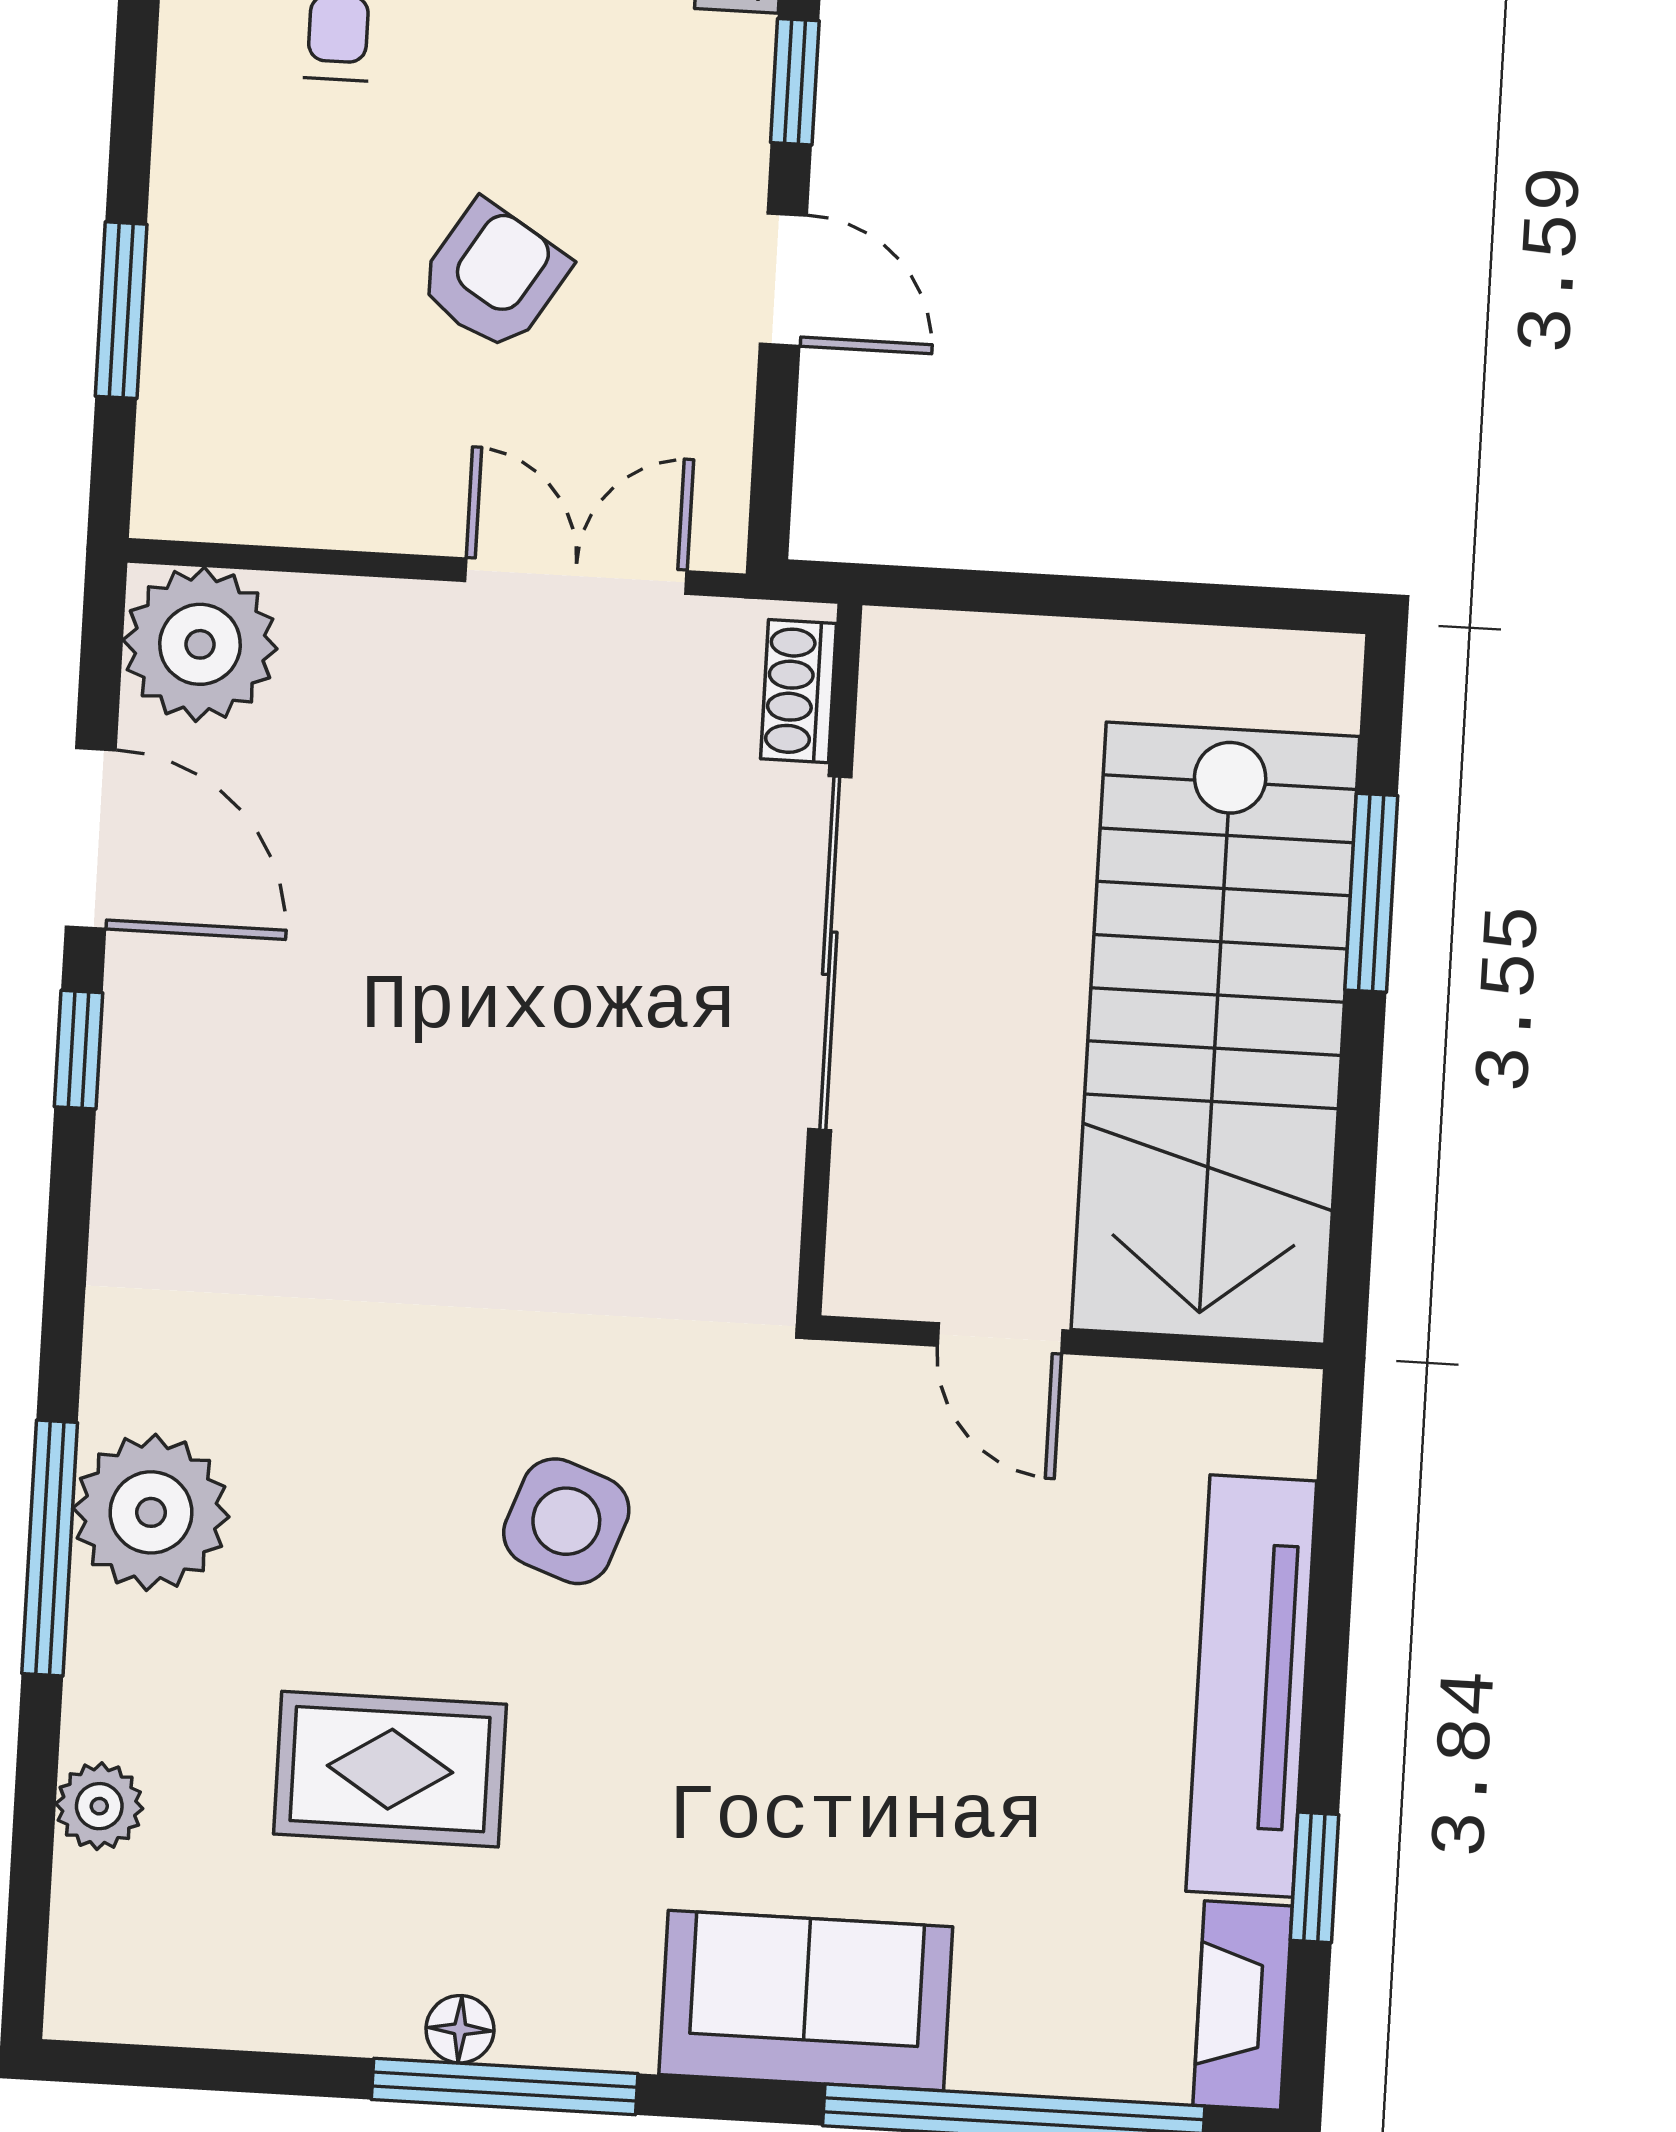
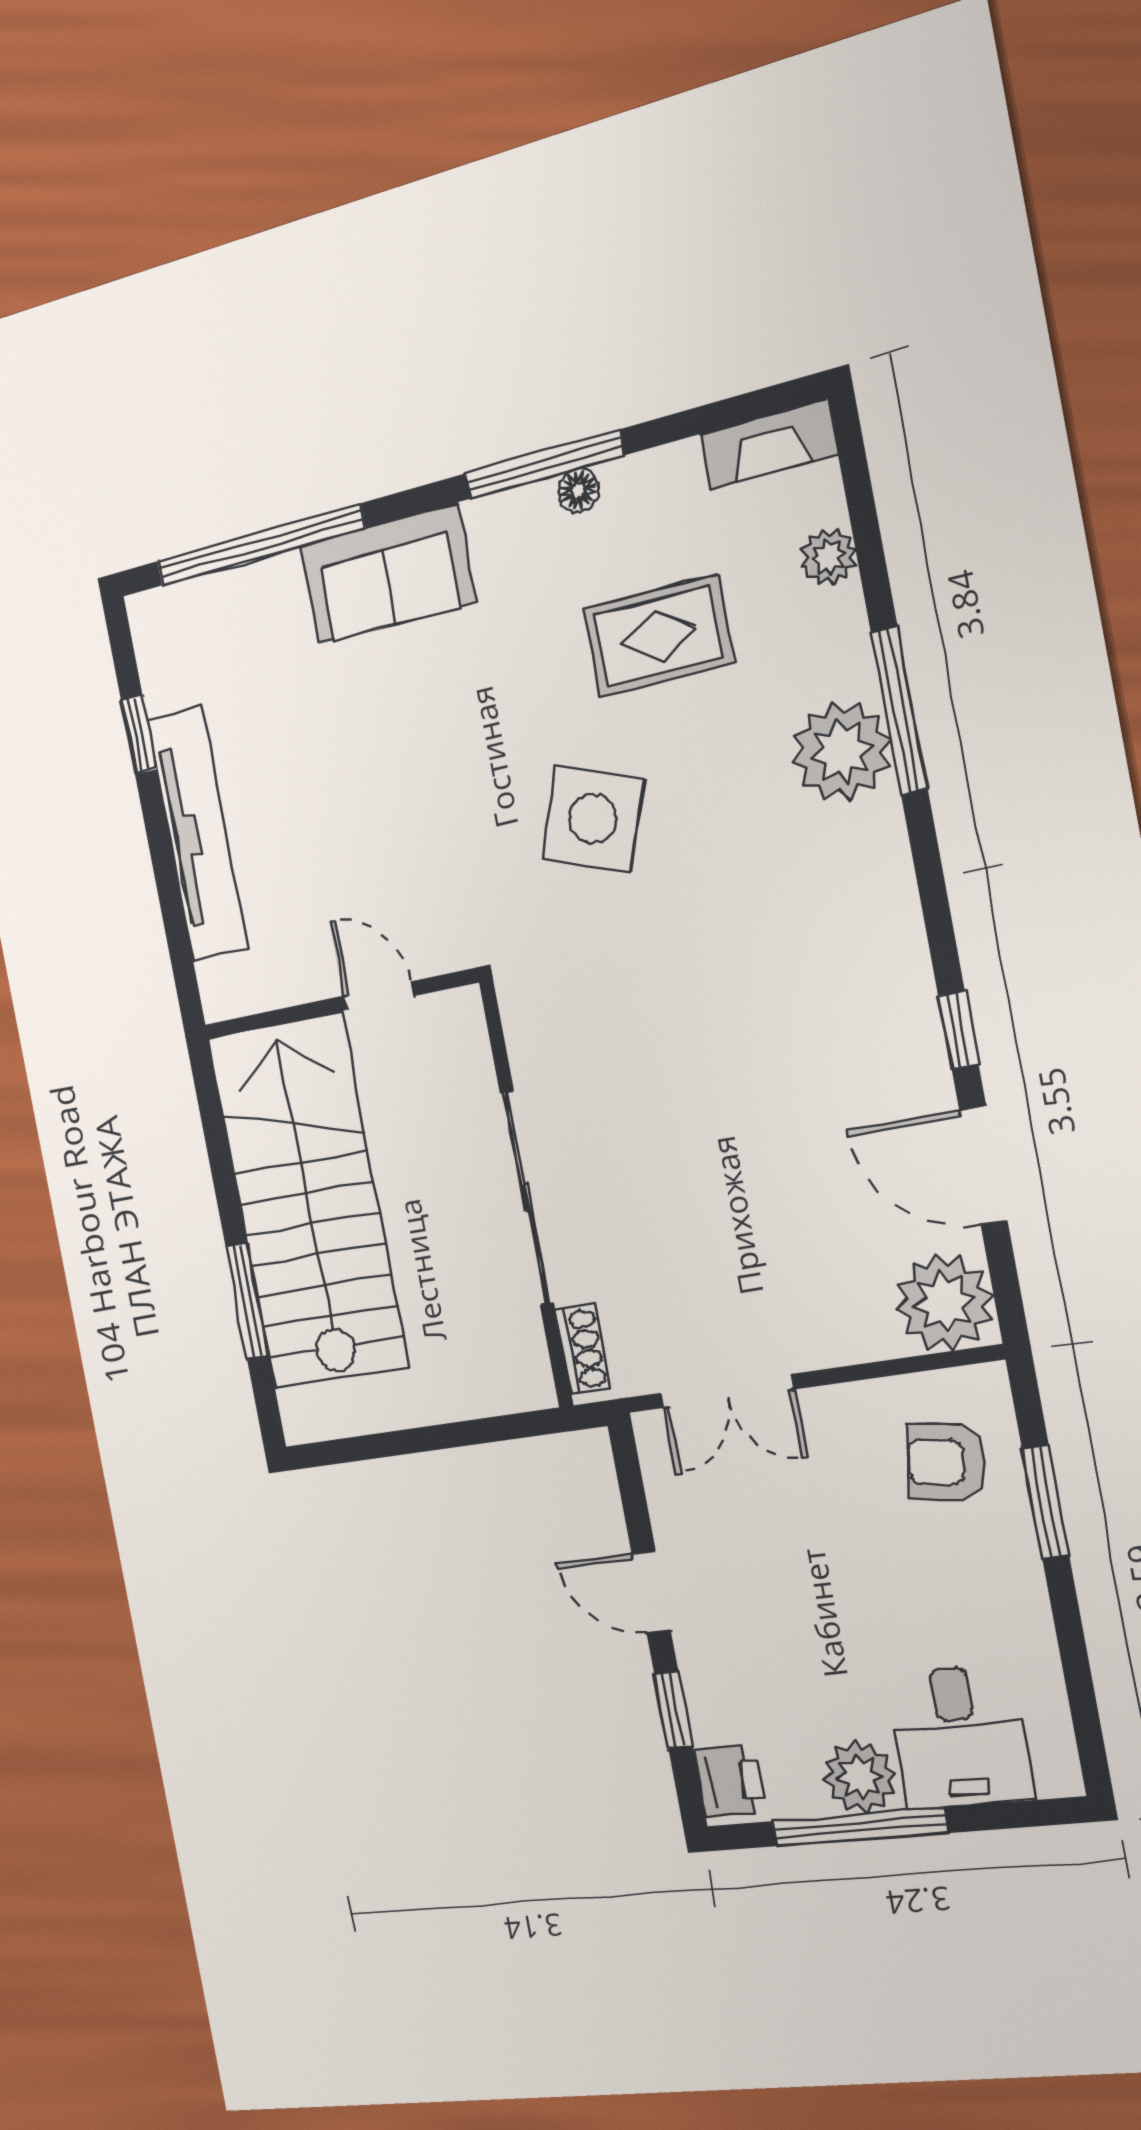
armchair: (493, 276) -> (946, 1462), moved, turned 67
side table: (566, 1521) -> (593, 819), width x1.37, depth x1.37
fireplace: (1243, 2006) -> (769, 444), moved, turned 90

